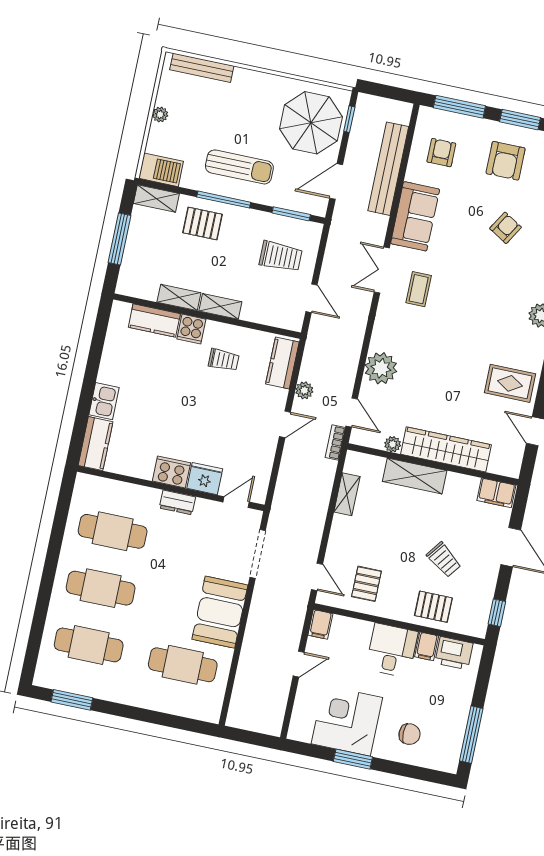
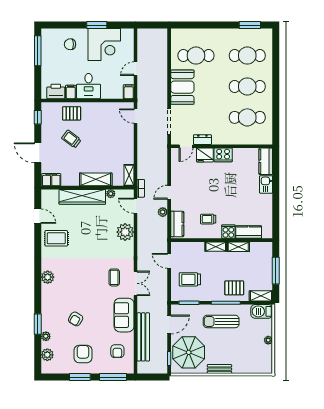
bench: (202, 68) -> (219, 369), moved, width x0.73
shelving: (347, 494) -> (129, 175), moved
dresser: (177, 502) -> (202, 140), moved
pallet: (366, 584) -> (109, 118), removed

